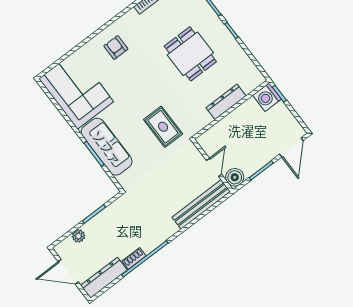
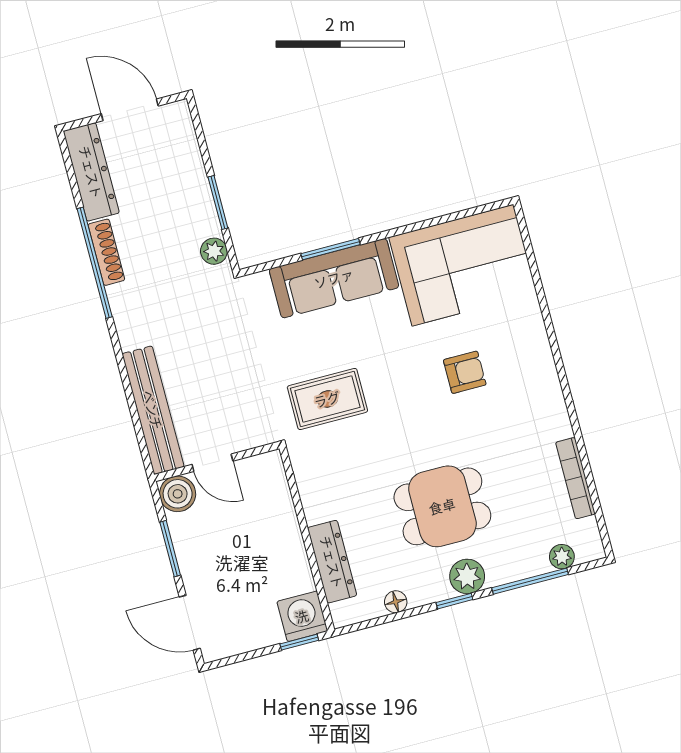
plant: (218, 29) -> (467, 576), added
armchair: (116, 47) -> (465, 372), moved
floor lamp: (243, 57) -> (396, 602), added
dresser: (226, 102) -> (332, 562), moved
plant: (78, 236) -> (214, 251), moved
shoe rack: (134, 258) -> (106, 252), width x1.43
door: (68, 272) -> (130, 110), hinge flipped

